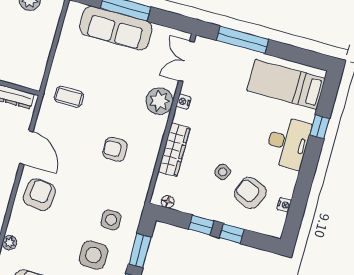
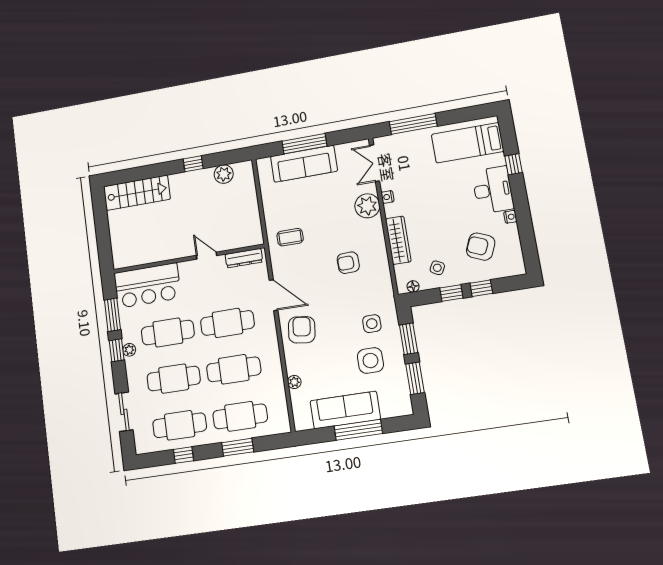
side table: (223, 172) -> (437, 268), moved
nightstand: (284, 205) -> (510, 217), moved

